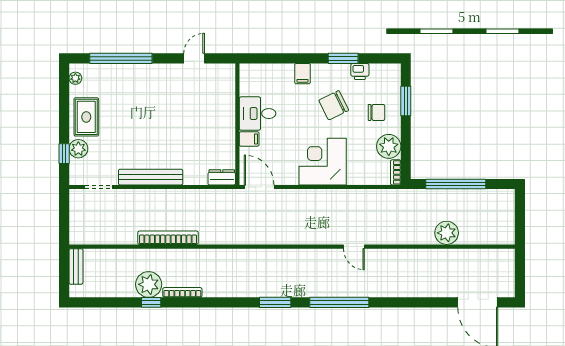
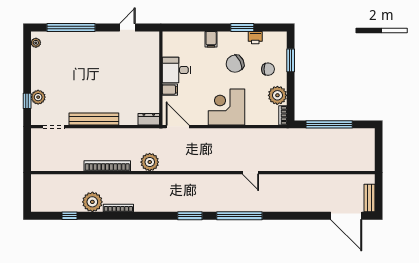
rug: (86, 117) -> (44, 73), removed
plant: (447, 233) -> (150, 162), moved
bench: (76, 266) -> (369, 198), moved
window: (151, 302) -> (69, 216), moved

